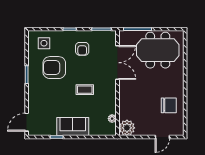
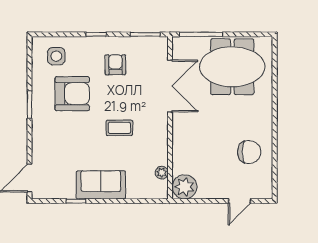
armchair: (82, 49) -> (115, 65), turned 180
armchair: (54, 68) -> (72, 94), turned 180

